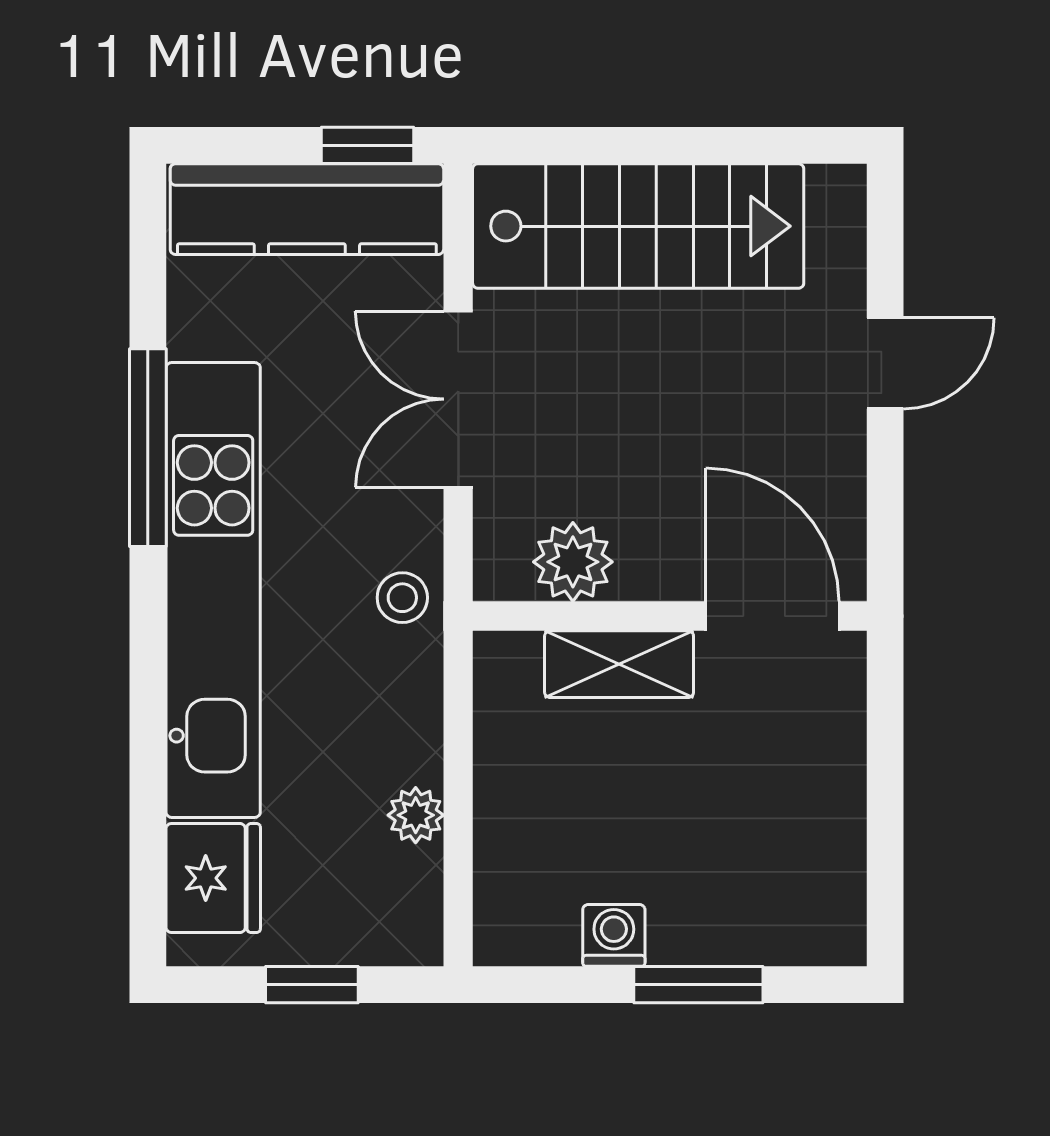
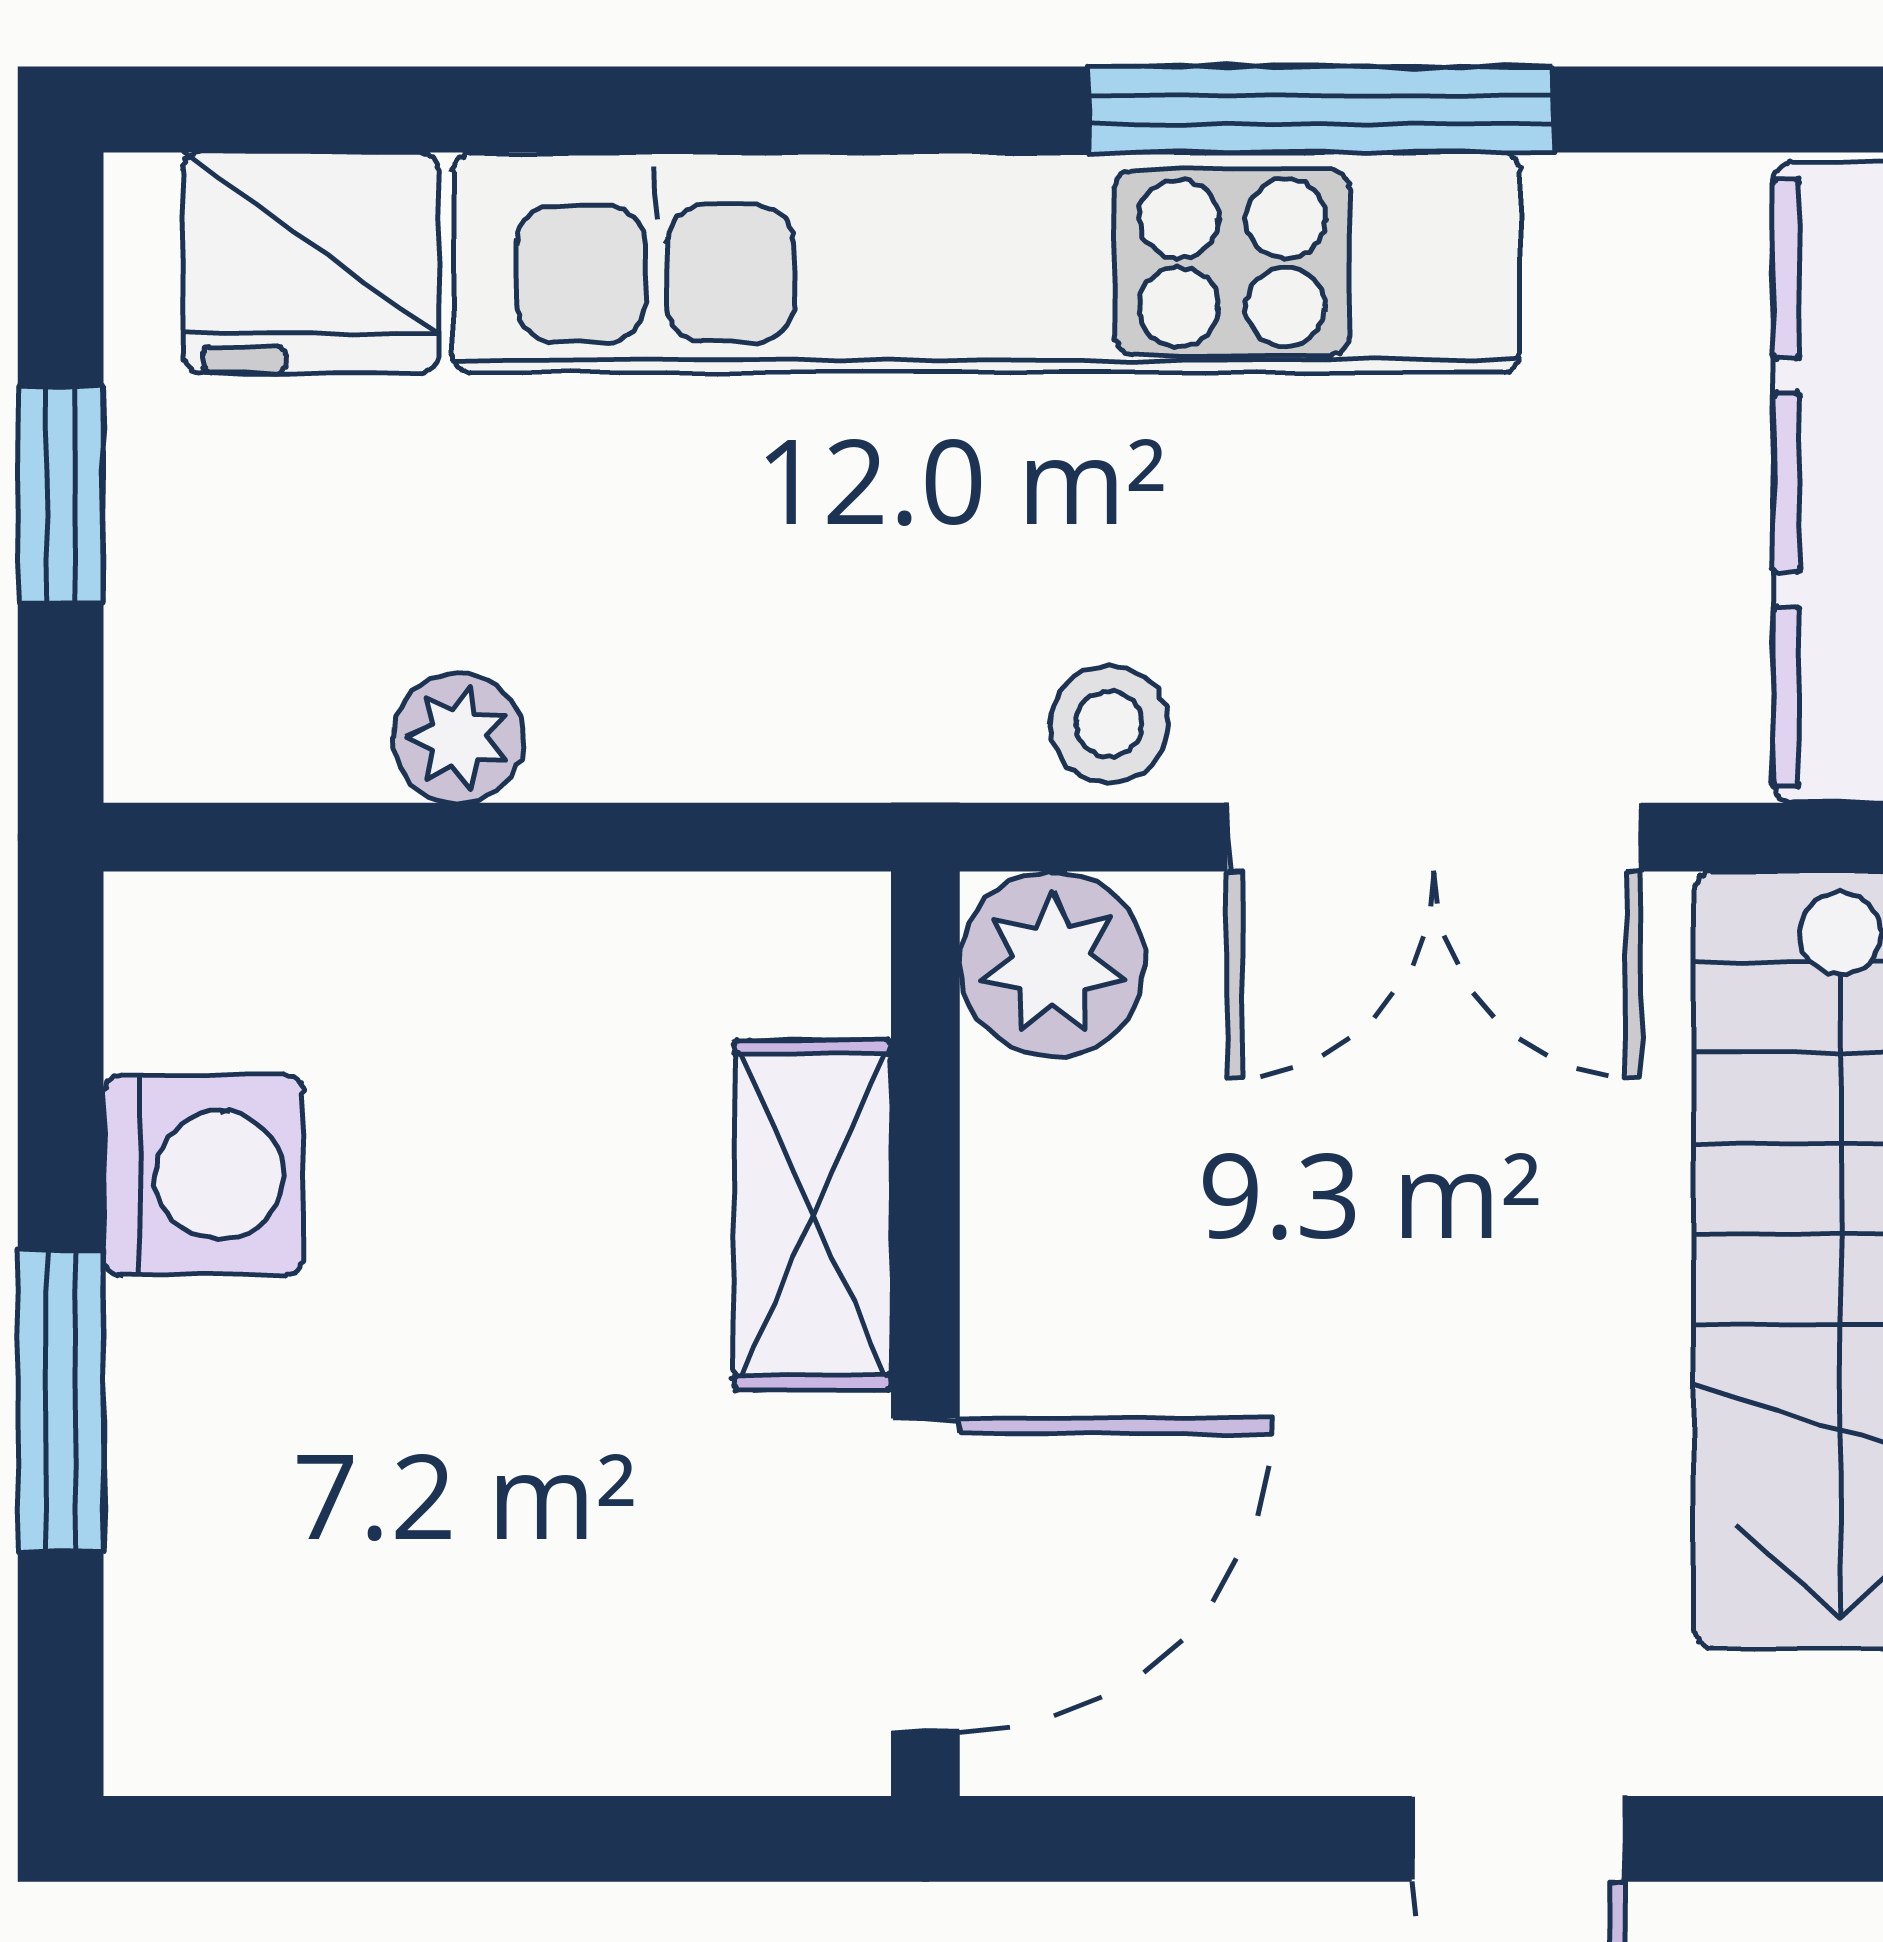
double door: (458, 399) -> (1434, 837), swing flipped
plant: (573, 562) -> (1052, 964), moved
stool: (402, 598) -> (1109, 724), moved
washing machine: (614, 935) -> (204, 1175), width x1.38, depth x1.38

